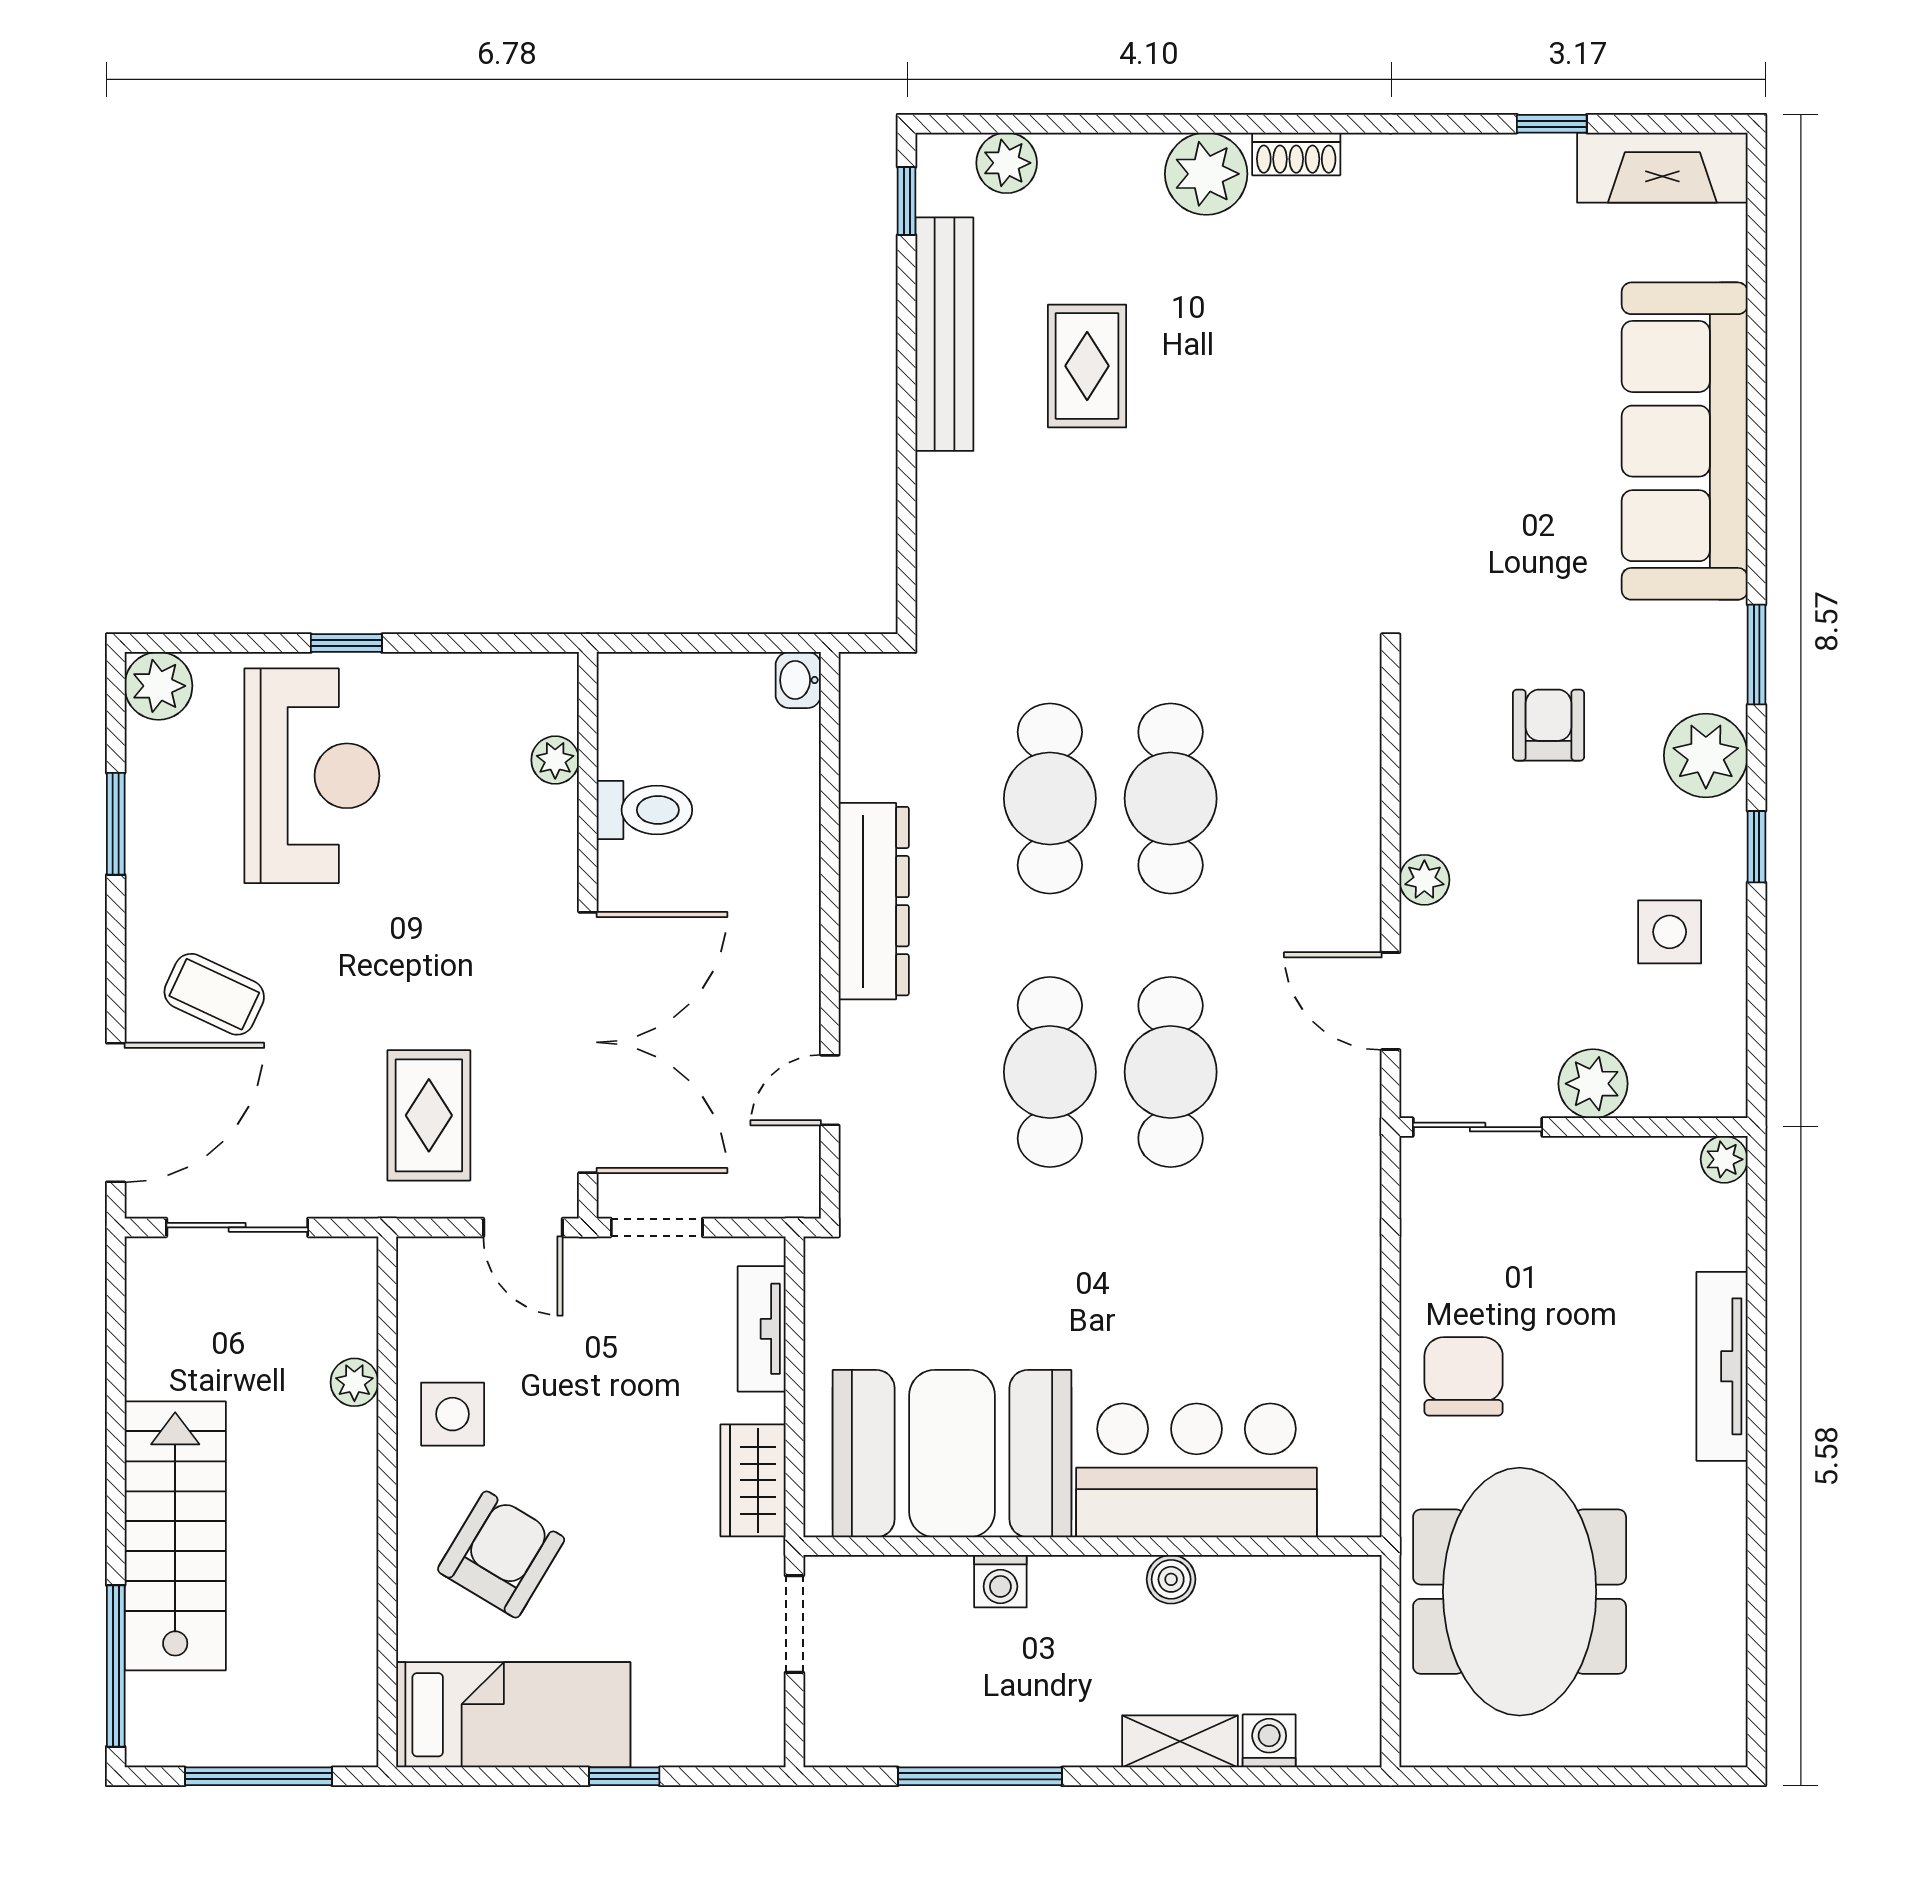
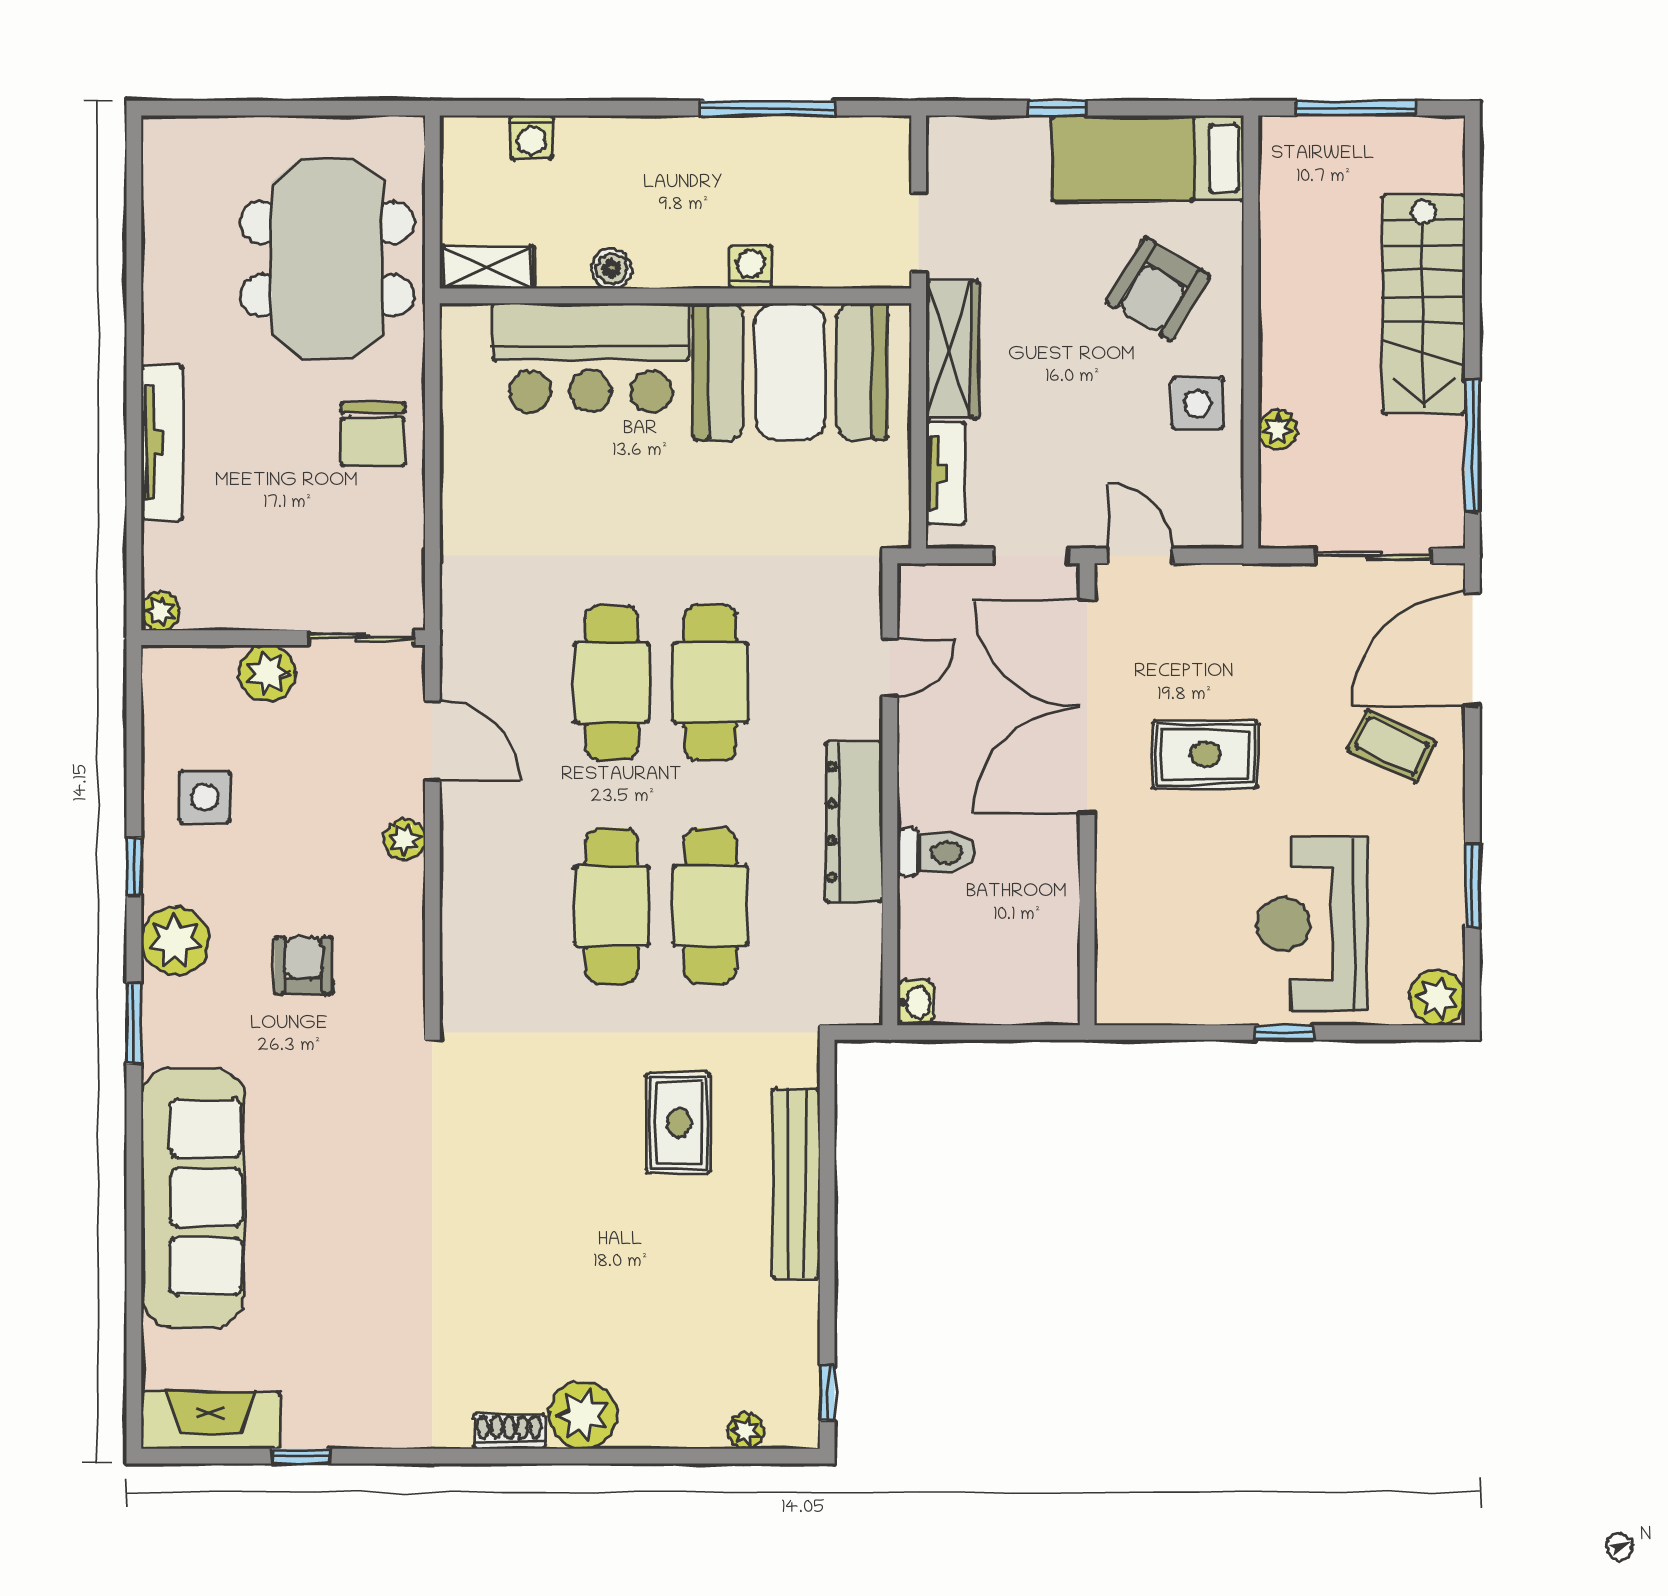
plant: (1007, 163) -> (746, 1431), width x0.73, depth x0.73
bench: (944, 334) -> (796, 1184), moved
rug: (1087, 366) -> (679, 1123), moved
armchair: (1549, 725) -> (304, 966), turned 180
plant: (555, 760) -> (1114, 937), removed
toilet: (644, 810) -> (936, 852), moved, turned 180
rug: (429, 1115) -> (1205, 754), moved, turned 90
wardrobe: (753, 1480) -> (952, 349), width x1.50
window: (116, 1666) -> (1472, 446), moved
shelving: (1180, 1741) -> (487, 267), moved

